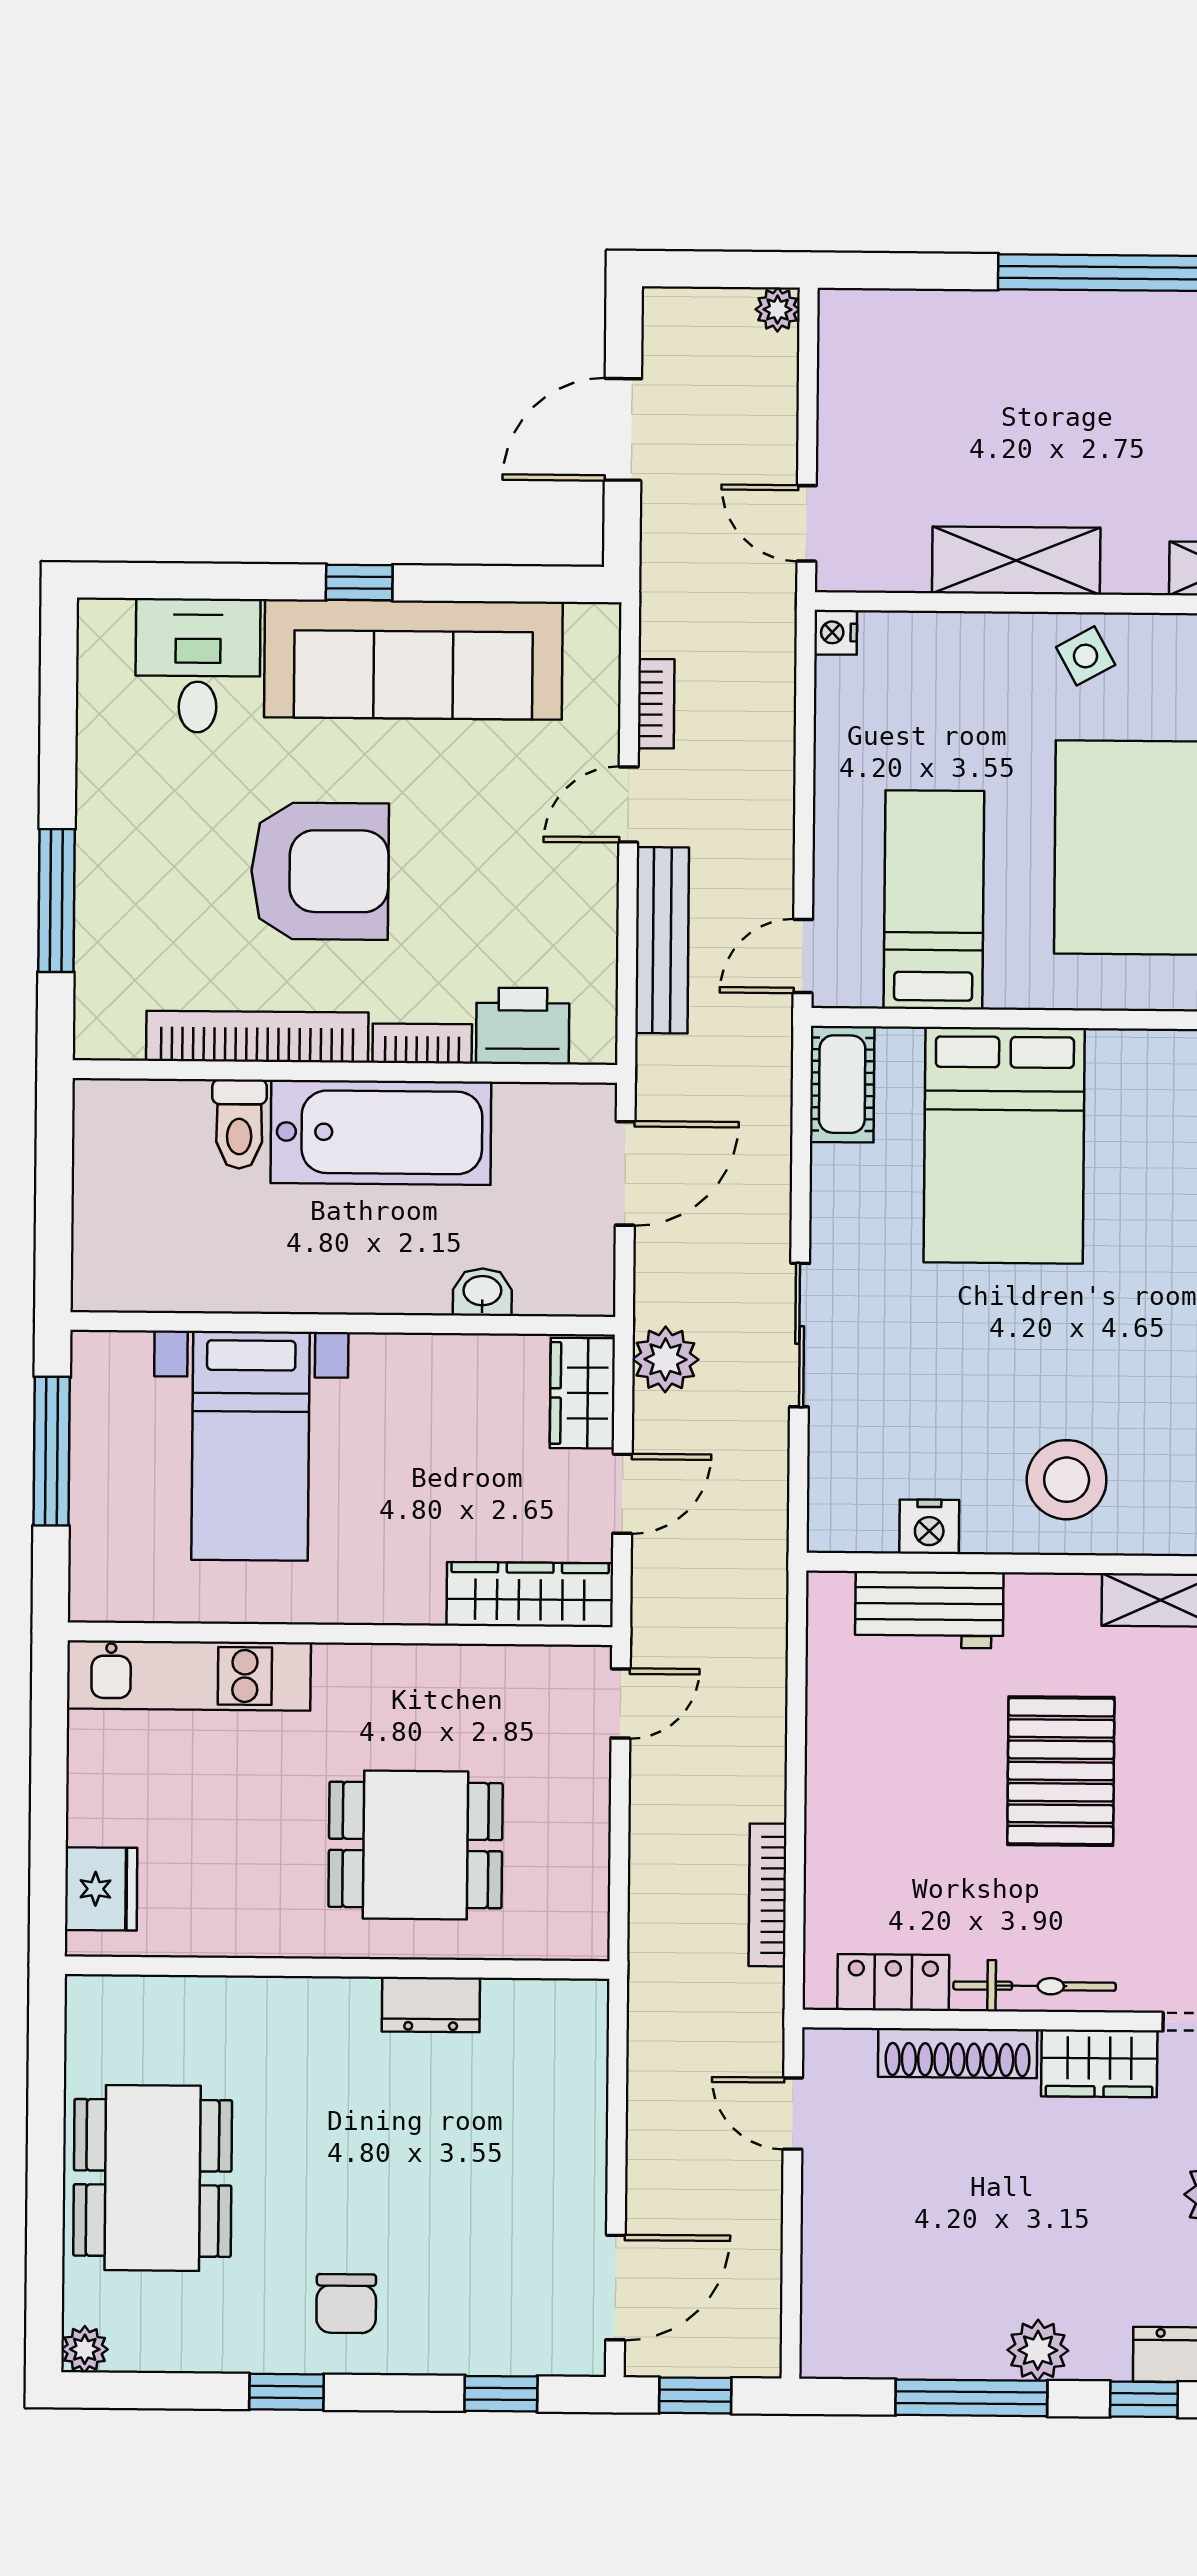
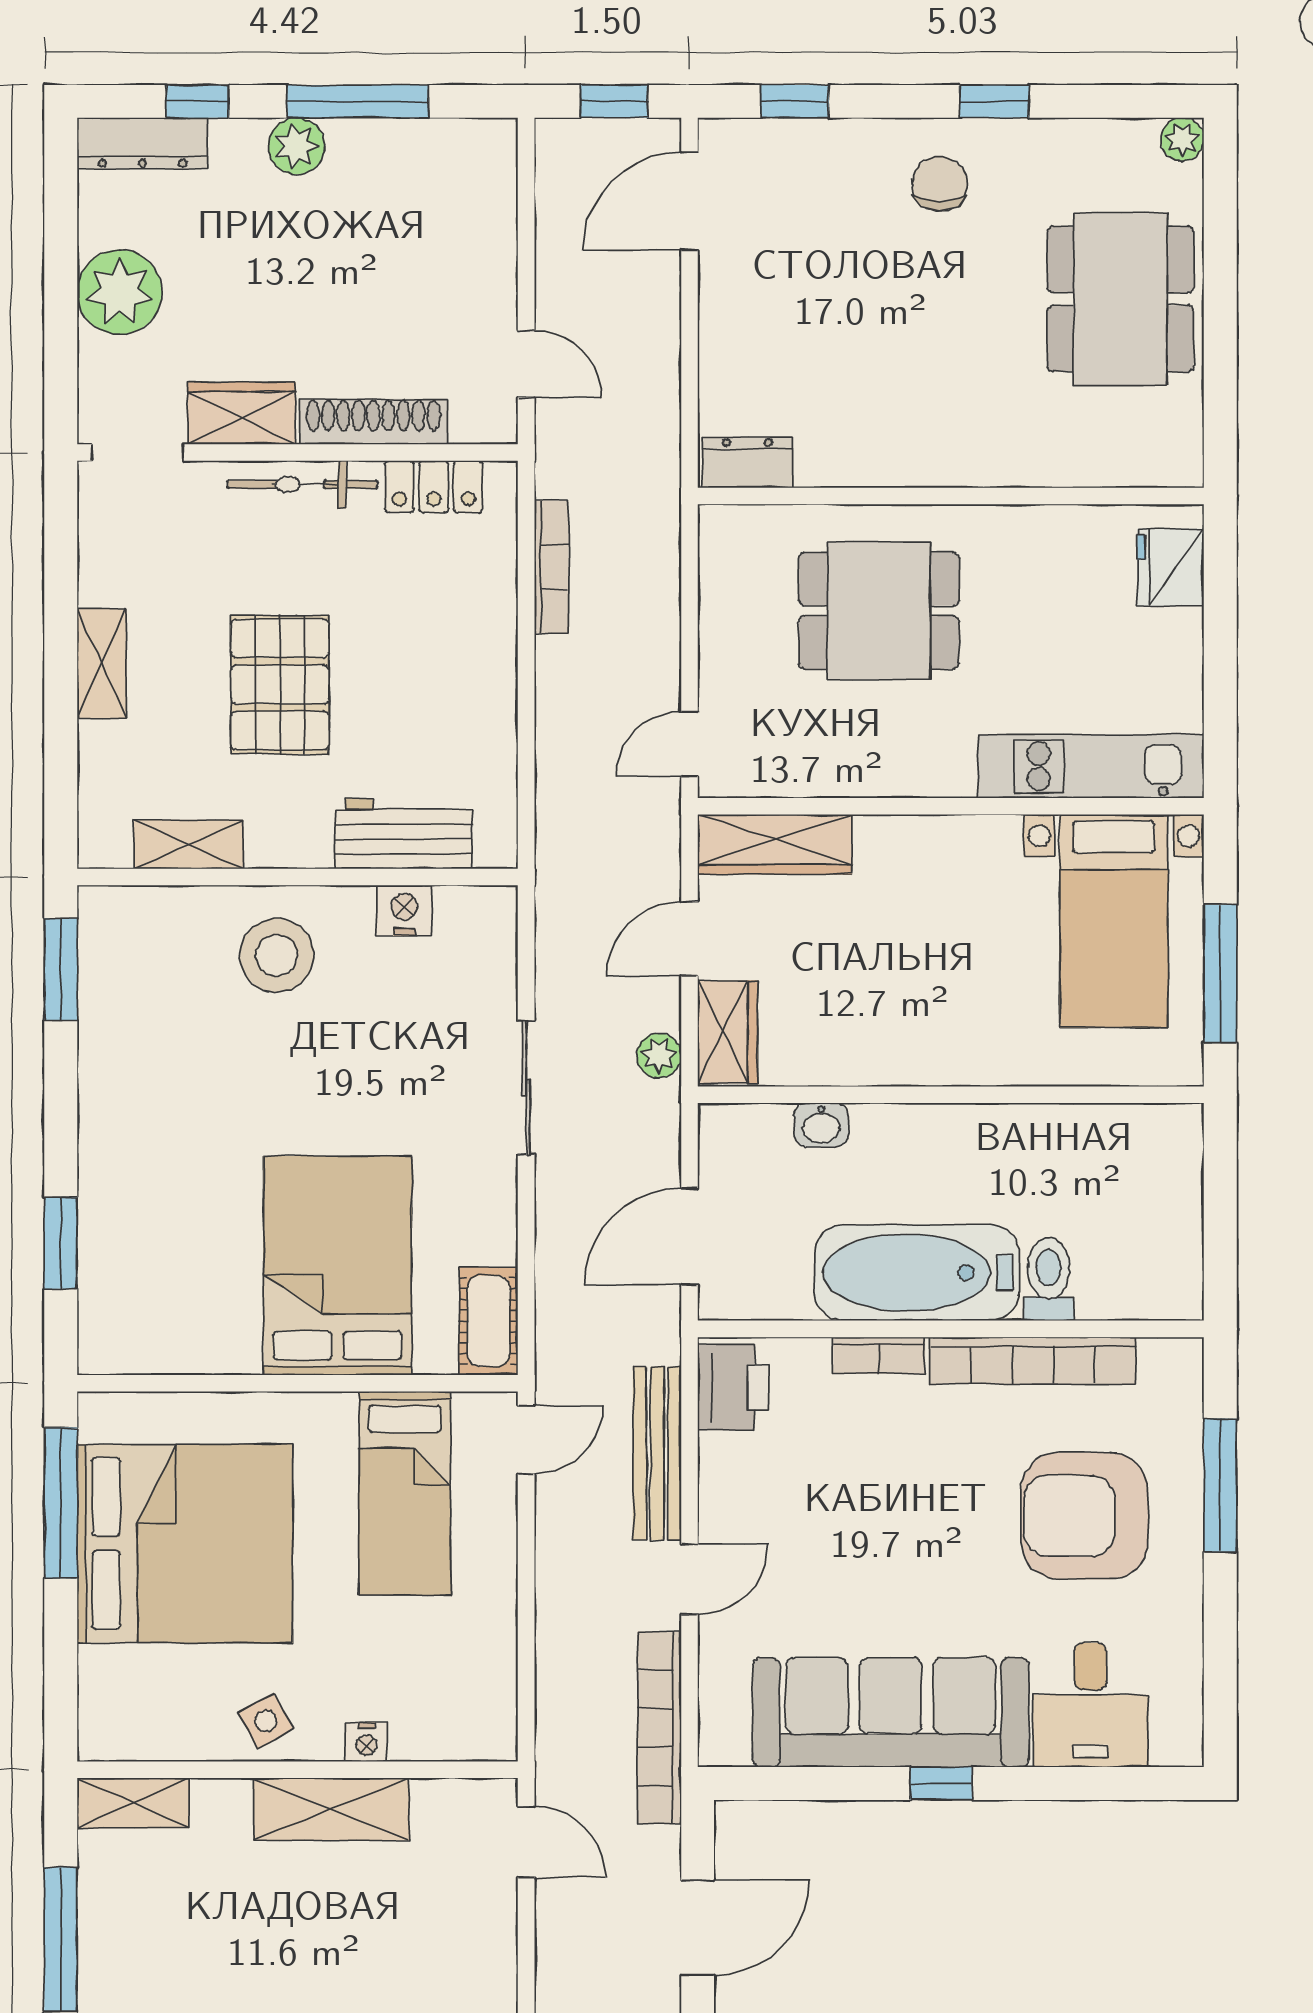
nightstand: (836, 632) -> (366, 1742), moved, turned 90
bookcase: (656, 704) -> (659, 1728), width x2.31, depth x1.31
armchair: (320, 871) -> (1085, 1516), moved
printer: (523, 1026) -> (733, 1387), moved, turned -90
plant: (665, 1359) -> (659, 1056), width x0.73, depth x0.73
bed with nightstands: (250, 1446) -> (1114, 921), moved, turned 180
dresser: (431, 2005) -> (747, 462), moved

